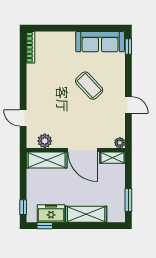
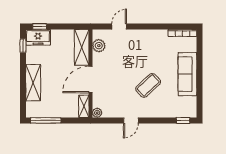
sofa: (100, 42) -> (187, 74), moved
window: (128, 200) -> (46, 120), width x1.44
freezer: (51, 214) -> (38, 37), moved, turned 90

